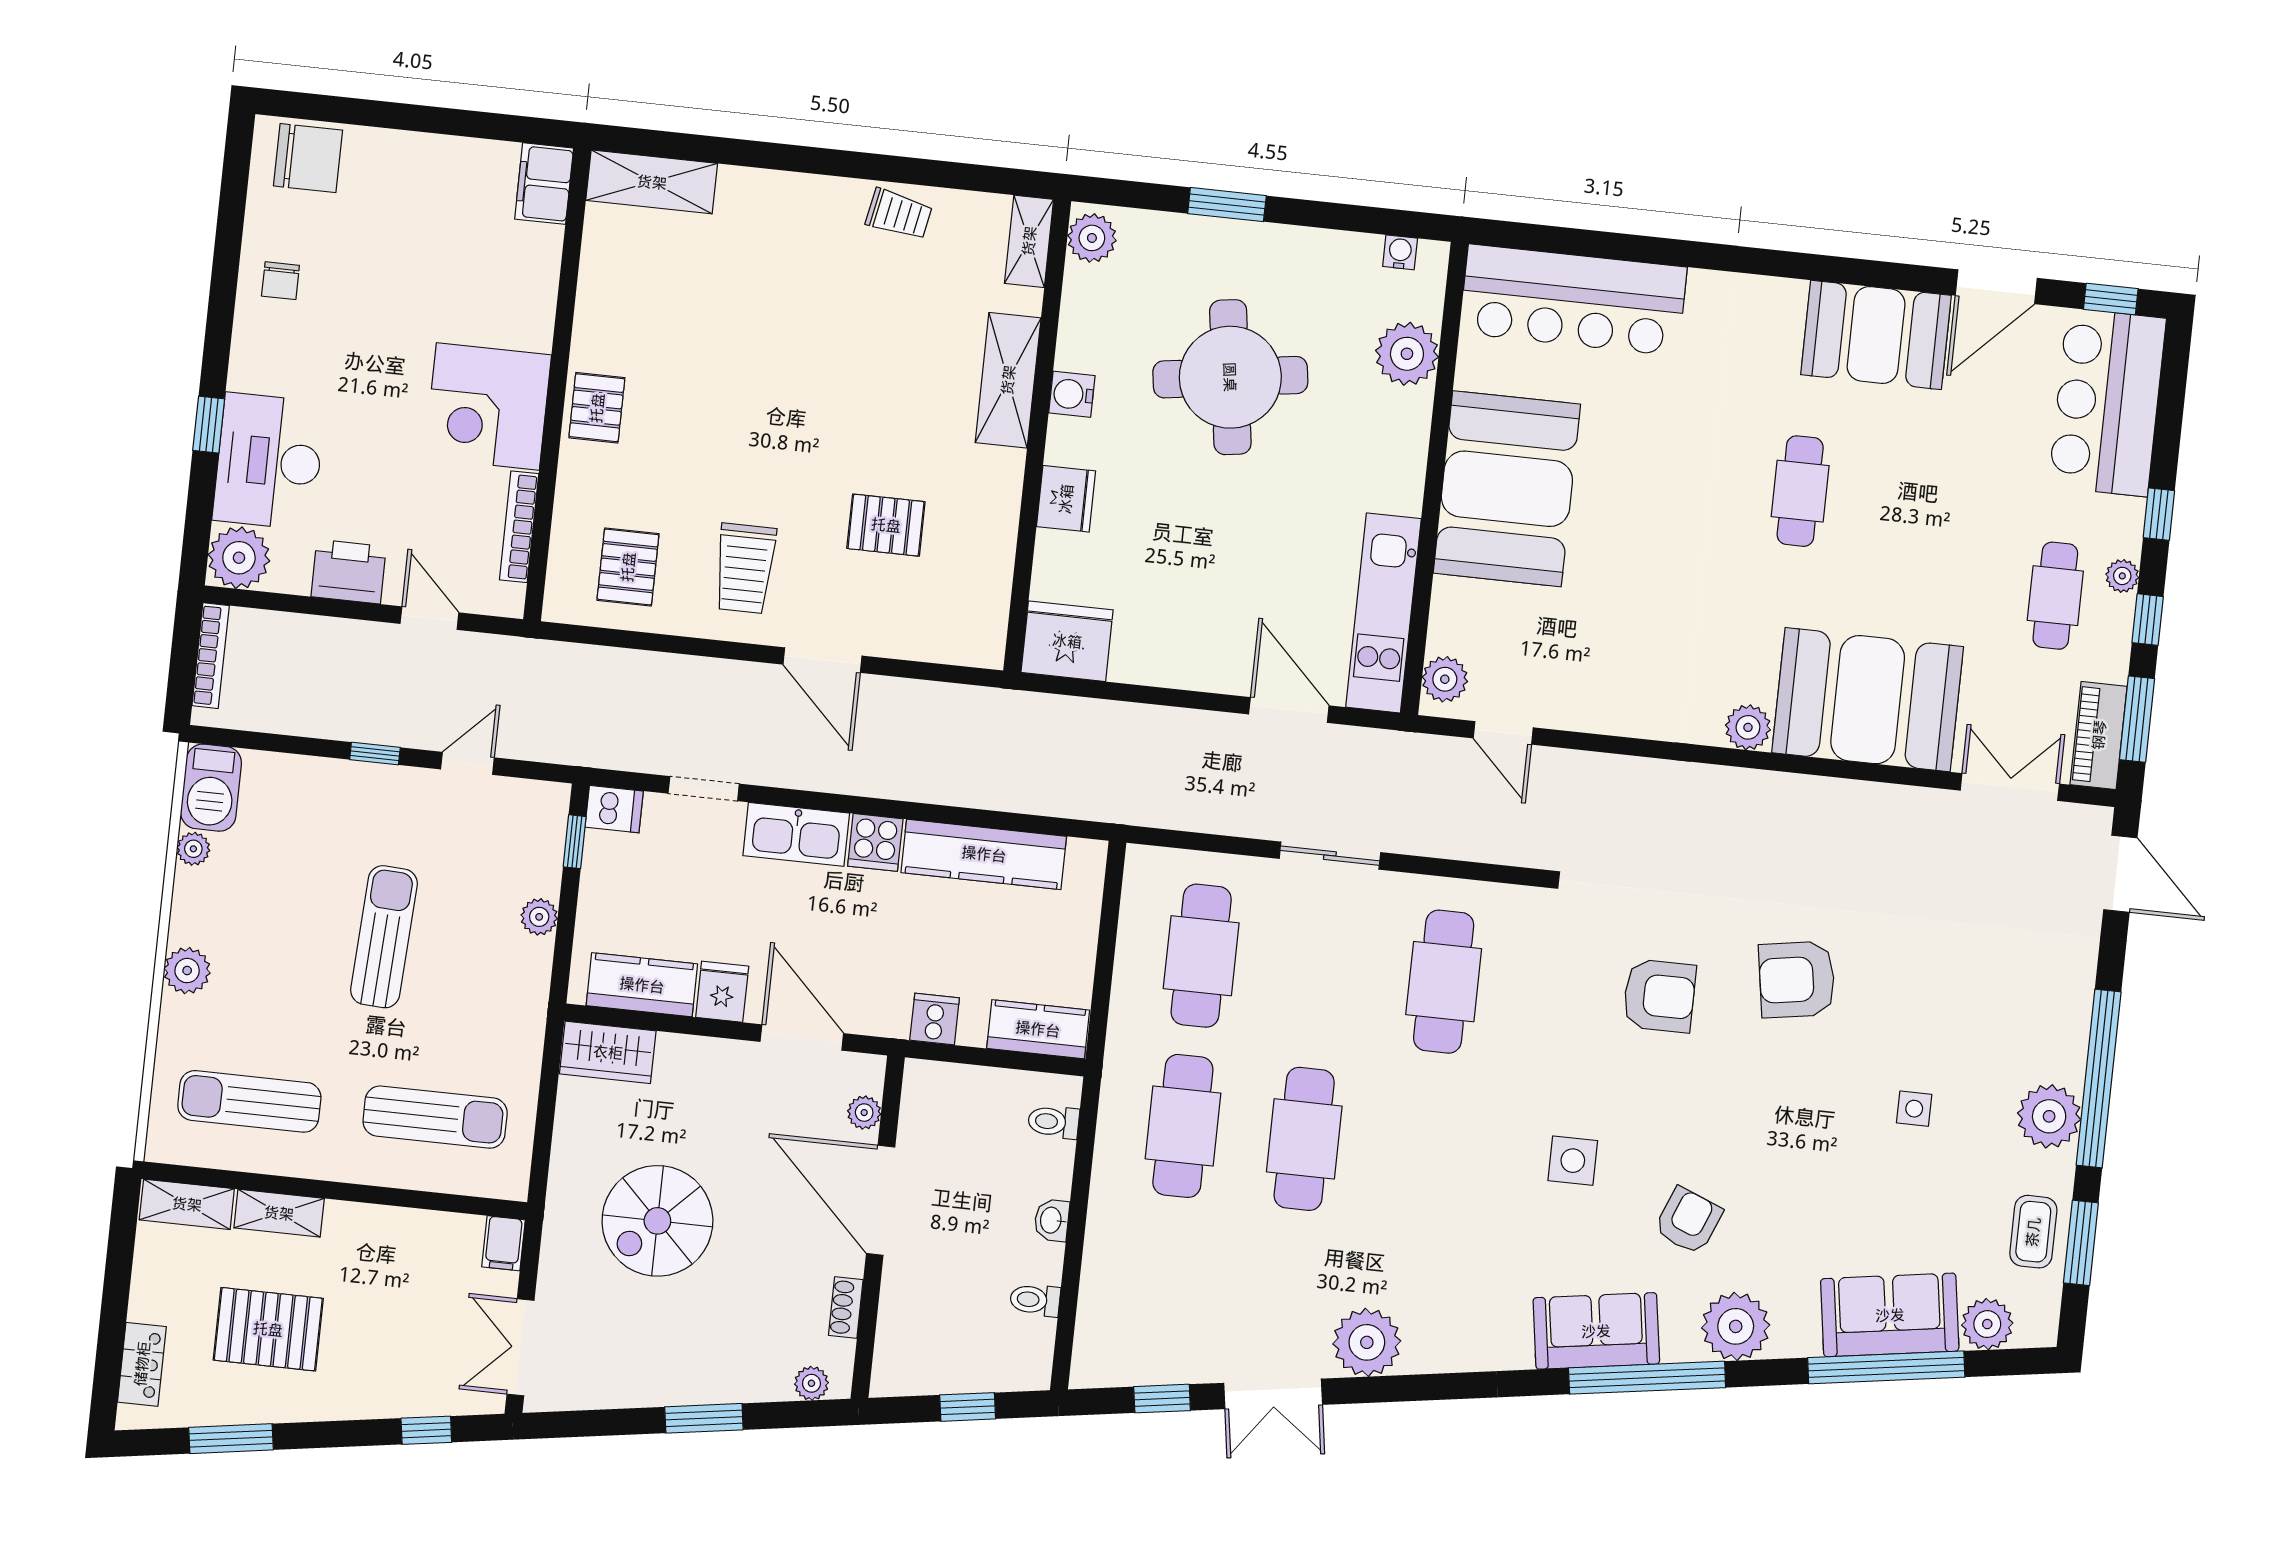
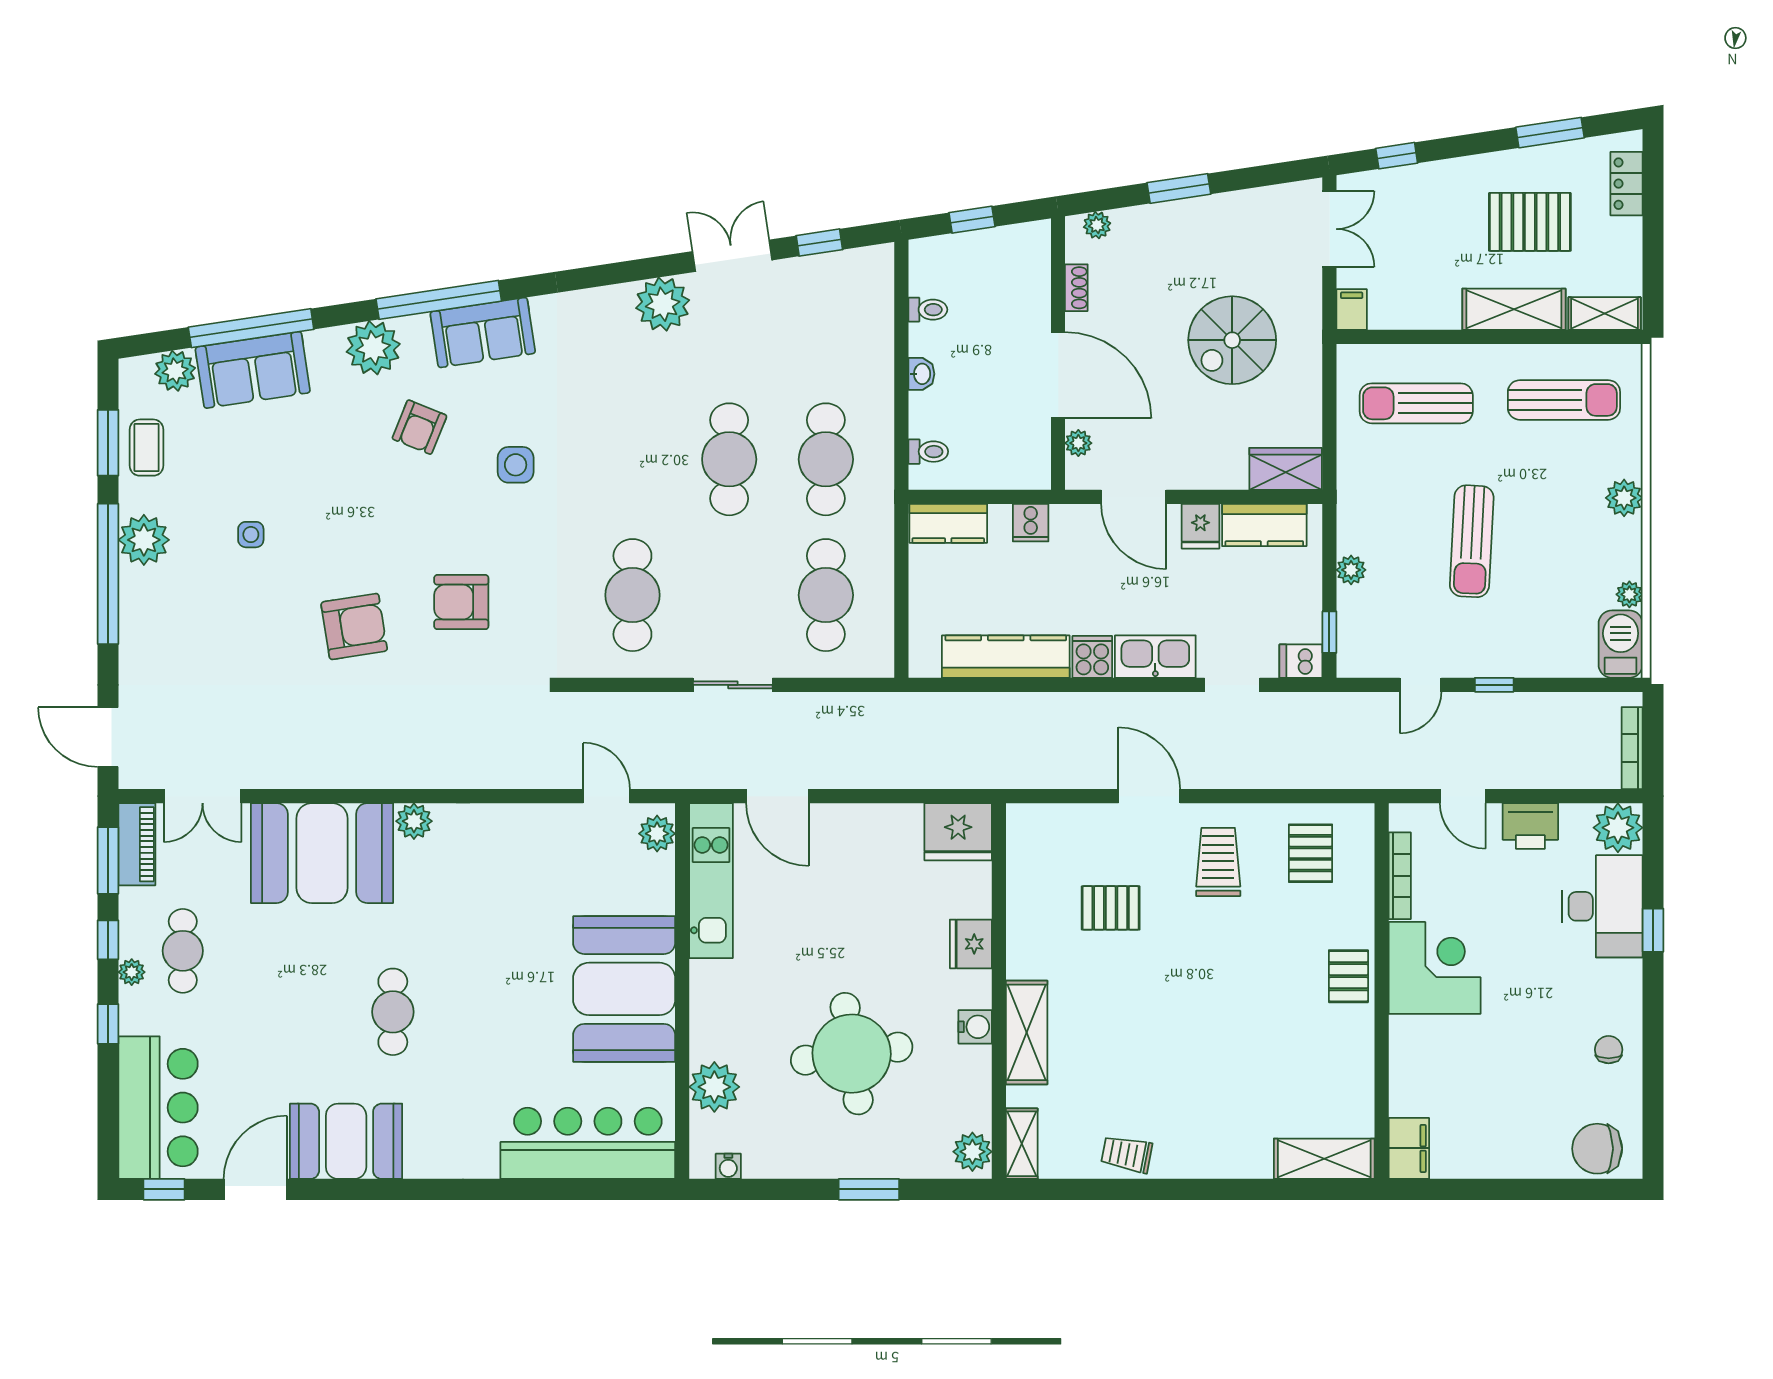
shelving: (279, 1213) -> (1514, 309), width x1.50, depth x1.33
spiral stairs: (657, 1221) -> (1232, 340), turned 180

